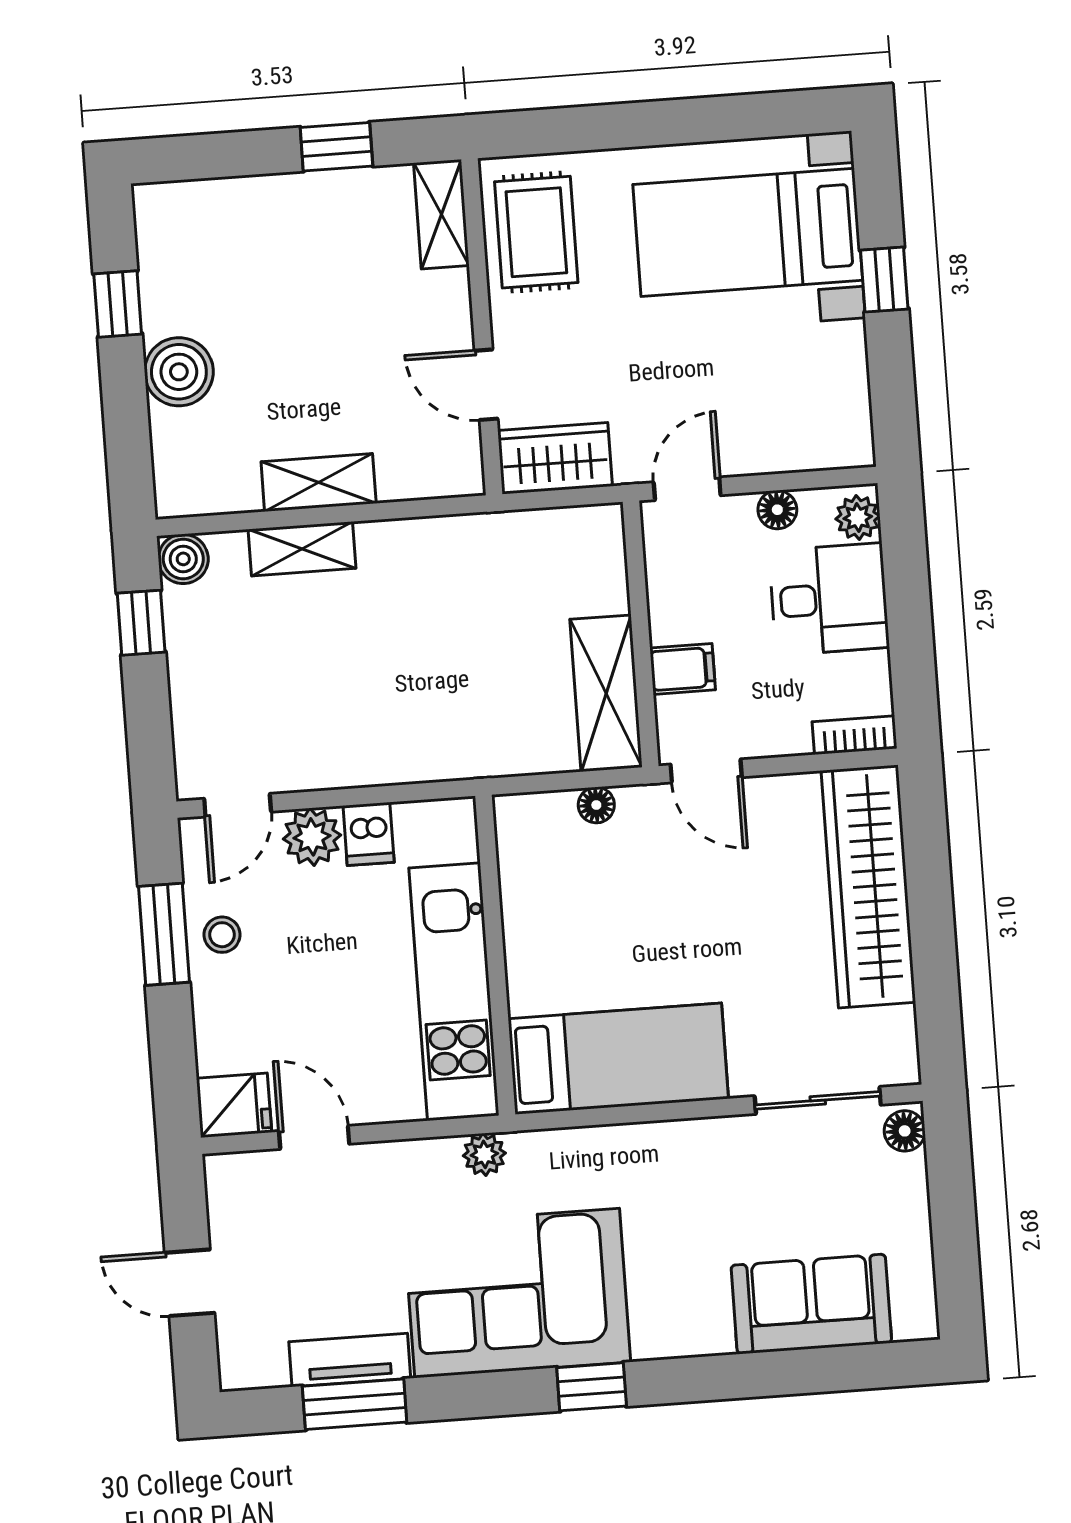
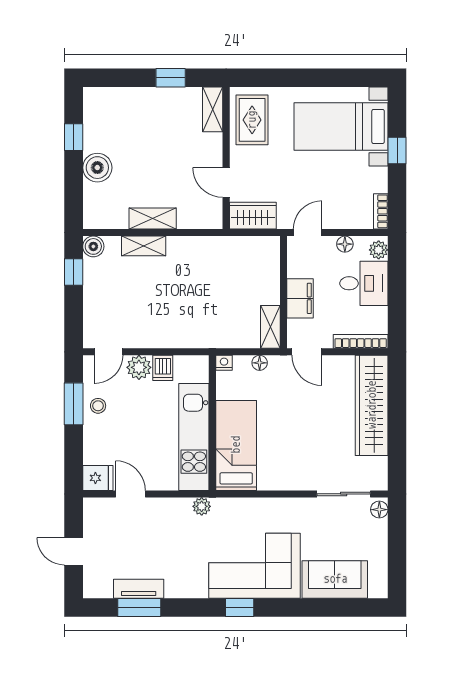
bookcase: (856, 426) -> (381, 211), added
filing cabinet: (683, 669) -> (300, 298), width x2.00
shelving: (606, 693) -> (270, 327), width x0.67, depth x0.75
bookcase: (855, 735) -> (361, 341), width x1.56
nightstand: (512, 811) -> (224, 363), added
bed: (618, 1059) -> (236, 445), moved, turned -90
corner sofa: (517, 1293) -> (255, 566), moved

